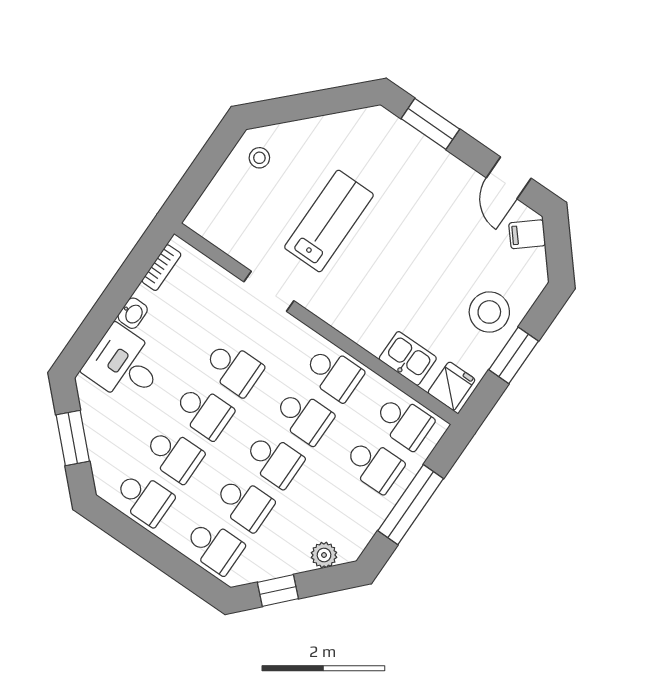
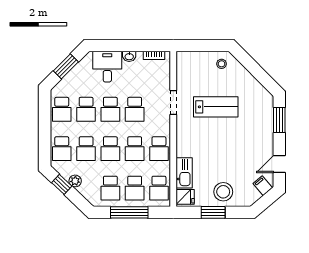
kitchen sink: (408, 358) -> (184, 173), width x1.38
school desk: (344, 508) -> (110, 188), added
plant: (324, 555) -> (75, 181), moved

